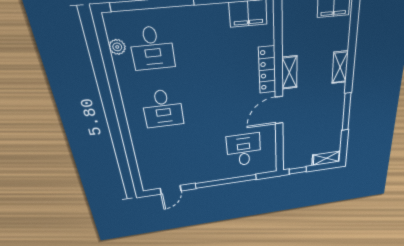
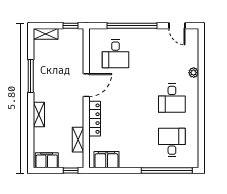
plant: (117, 47) -> (194, 73), moved
shelving: (289, 73) -> (78, 140), moved
desk: (163, 108) -> (172, 98), turned 180
door: (171, 190) -> (177, 26), swing flipped

